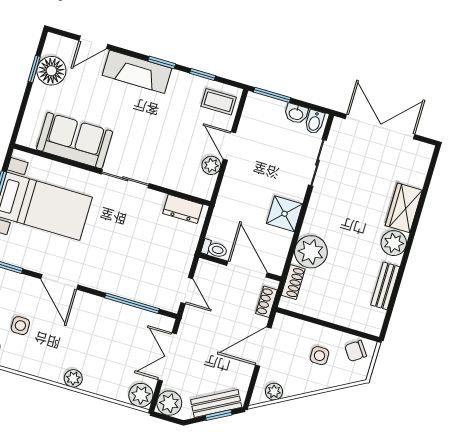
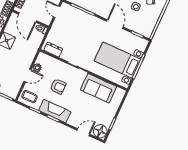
floor lamp: (51, 71) -> (100, 131), moved
fireplace: (137, 72) -> (55, 111), moved
armchair: (161, 132) -> (58, 86), added
door: (229, 146) -> (28, 75), hinge flipped

